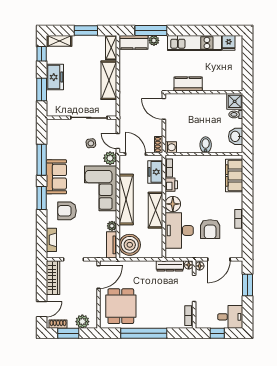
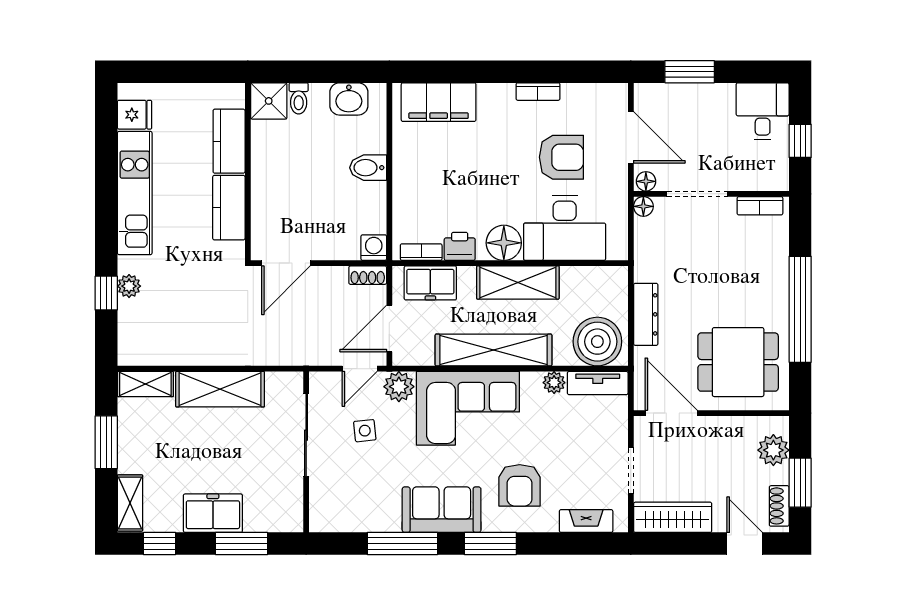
window: (151, 31) -> (106, 293), width x0.46
kitchen counter: (134, 42) -> (229, 141), moved, turned 180
dresser: (170, 266) -> (646, 314), moved

